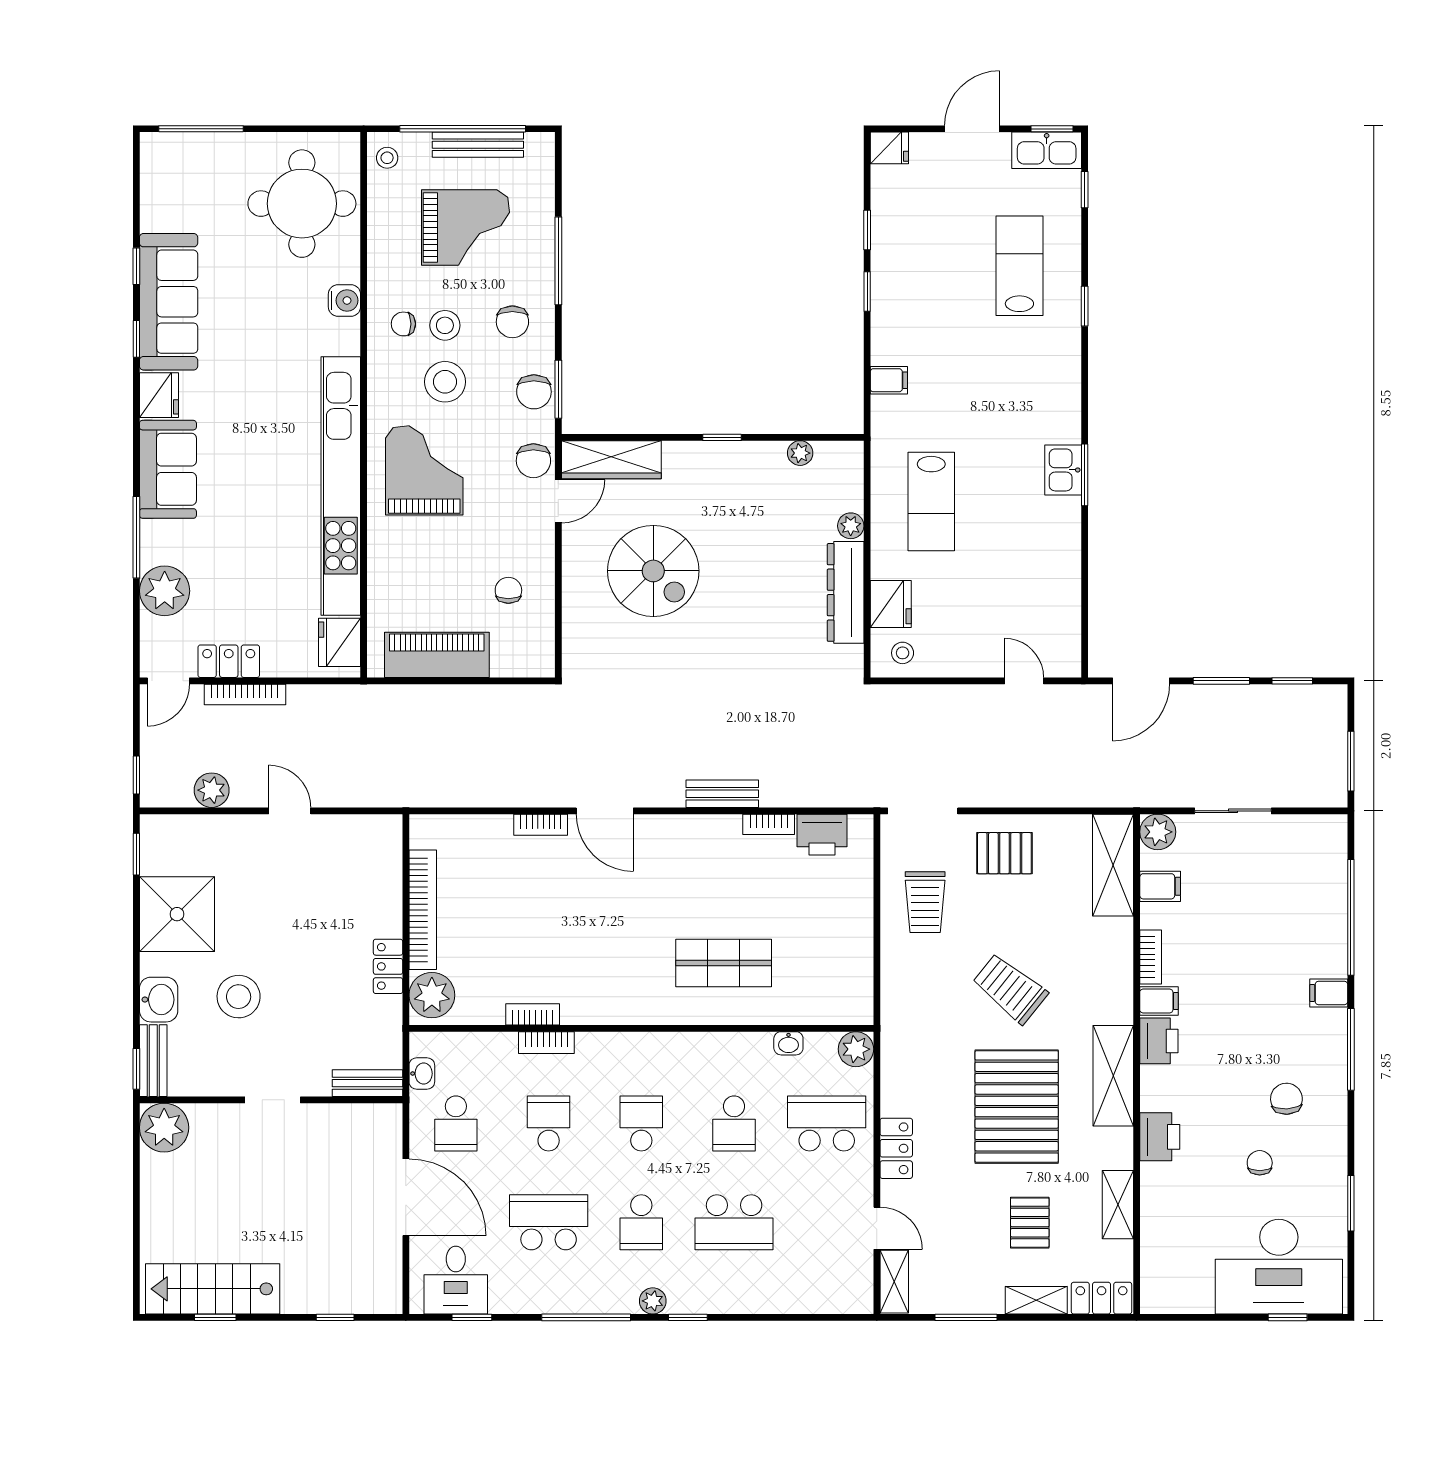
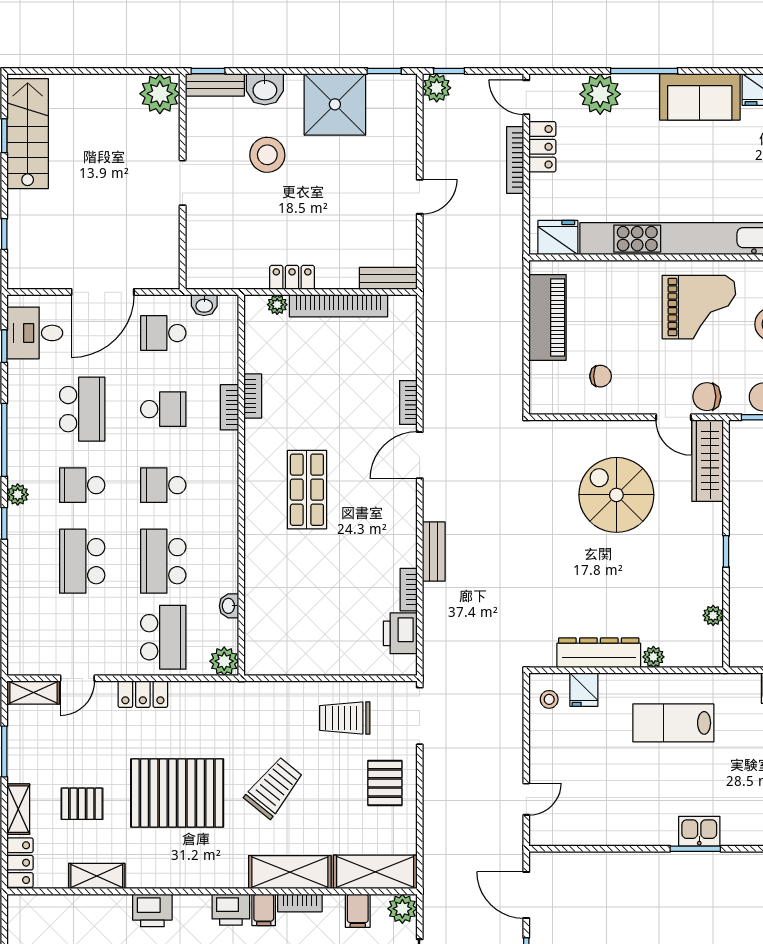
spiral stairs: (653, 571) -> (616, 495), turned 90
fridge: (891, 604) -> (584, 690), width x0.72
plant: (212, 790) -> (437, 88), moved
shop shelf: (724, 963) -> (307, 490), moved
plant: (432, 995) -> (277, 305), width x0.53, depth x0.53
shelving: (1113, 1076) -> (290, 872), moved
bench: (367, 1083) -> (388, 278), moved, turned 90
school desk: (641, 1123) -> (163, 485), turned 180
school desk: (734, 1123) -> (163, 561), width x1.85

